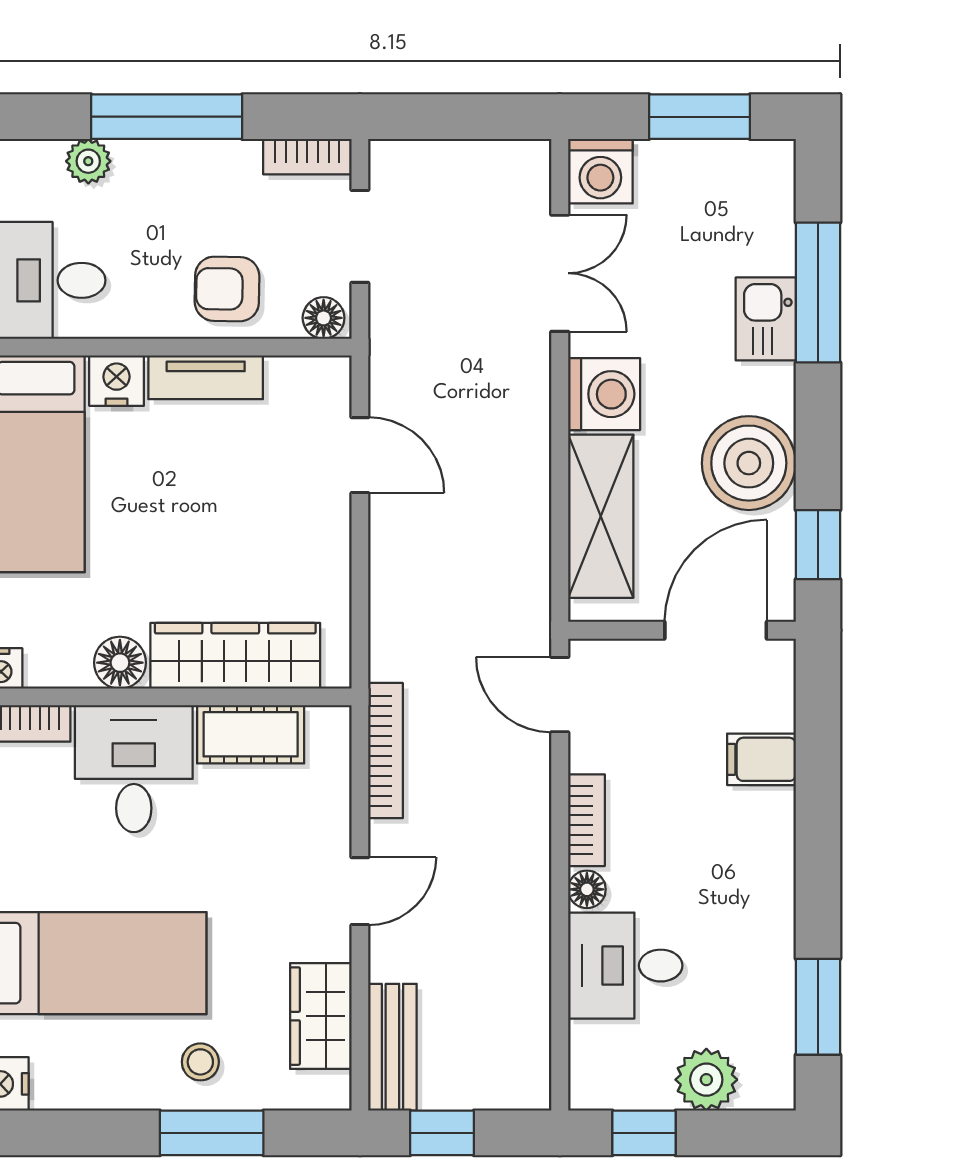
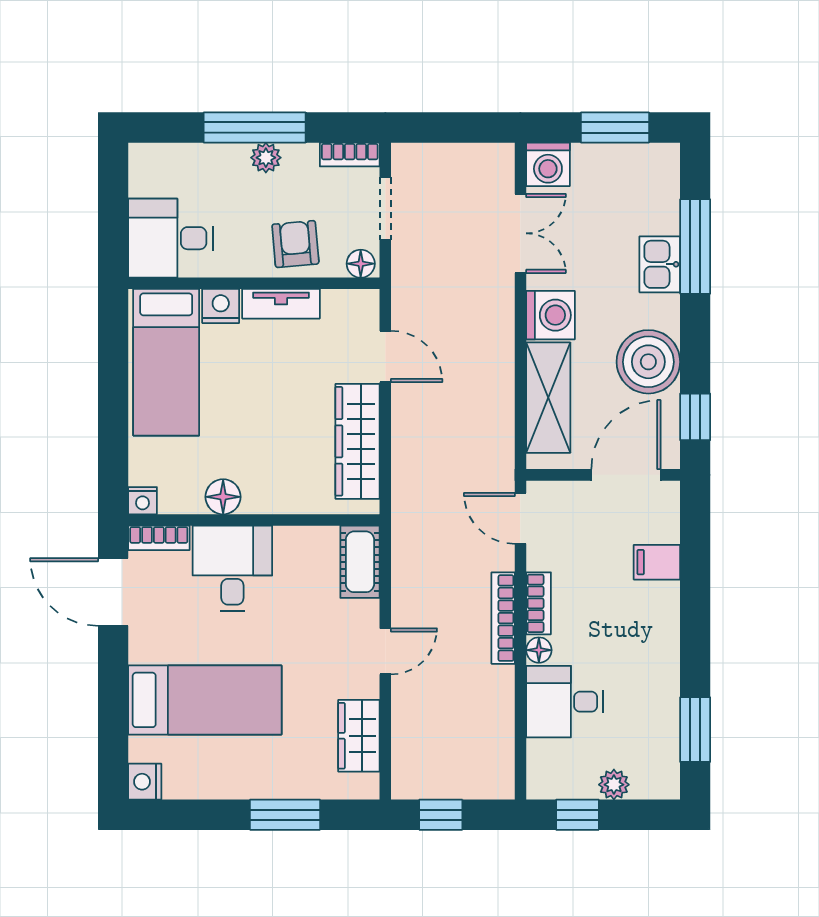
plant: (88, 161) -> (266, 158), moved
armchair: (227, 289) -> (295, 244), turned 84
wardrobe: (235, 656) -> (357, 441), moved, turned -90
cot: (251, 734) -> (360, 562), moved, turned 90
bookcase: (386, 751) -> (503, 618), moved, turned 180
bench: (392, 1047) -> (407, 757), removed
stool: (200, 1062) -> (277, 767), removed
plant: (706, 1080) -> (614, 785), width x0.73, depth x0.73

